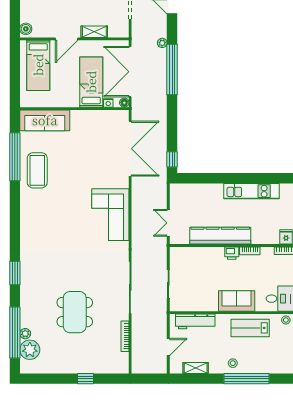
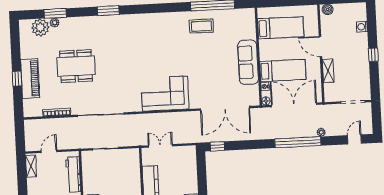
bed: (38, 65) -> (281, 28), moved, turned 180
sofa: (45, 120) -> (248, 62), moved
coffee table: (37, 170) -> (201, 26), width x0.73, depth x0.76
window: (15, 332) -> (55, 13), width x0.47
door: (168, 347) -> (49, 151), swing flipped
piano: (86, 364) -> (30, 79), added
shelving: (196, 368) -> (31, 166), moved

